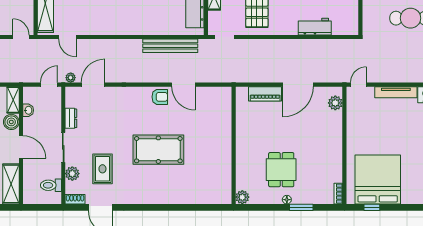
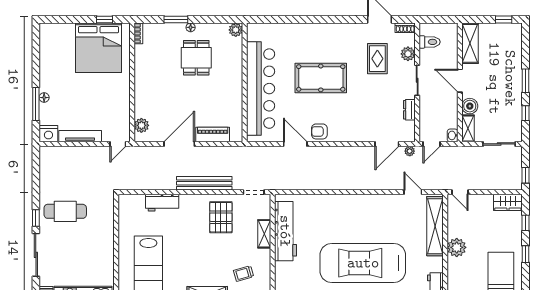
bench: (170, 46) -> (204, 183), moved
washbasin: (28, 110) -> (453, 135), moved
bar counter: (218, 139) -> (261, 89), added

